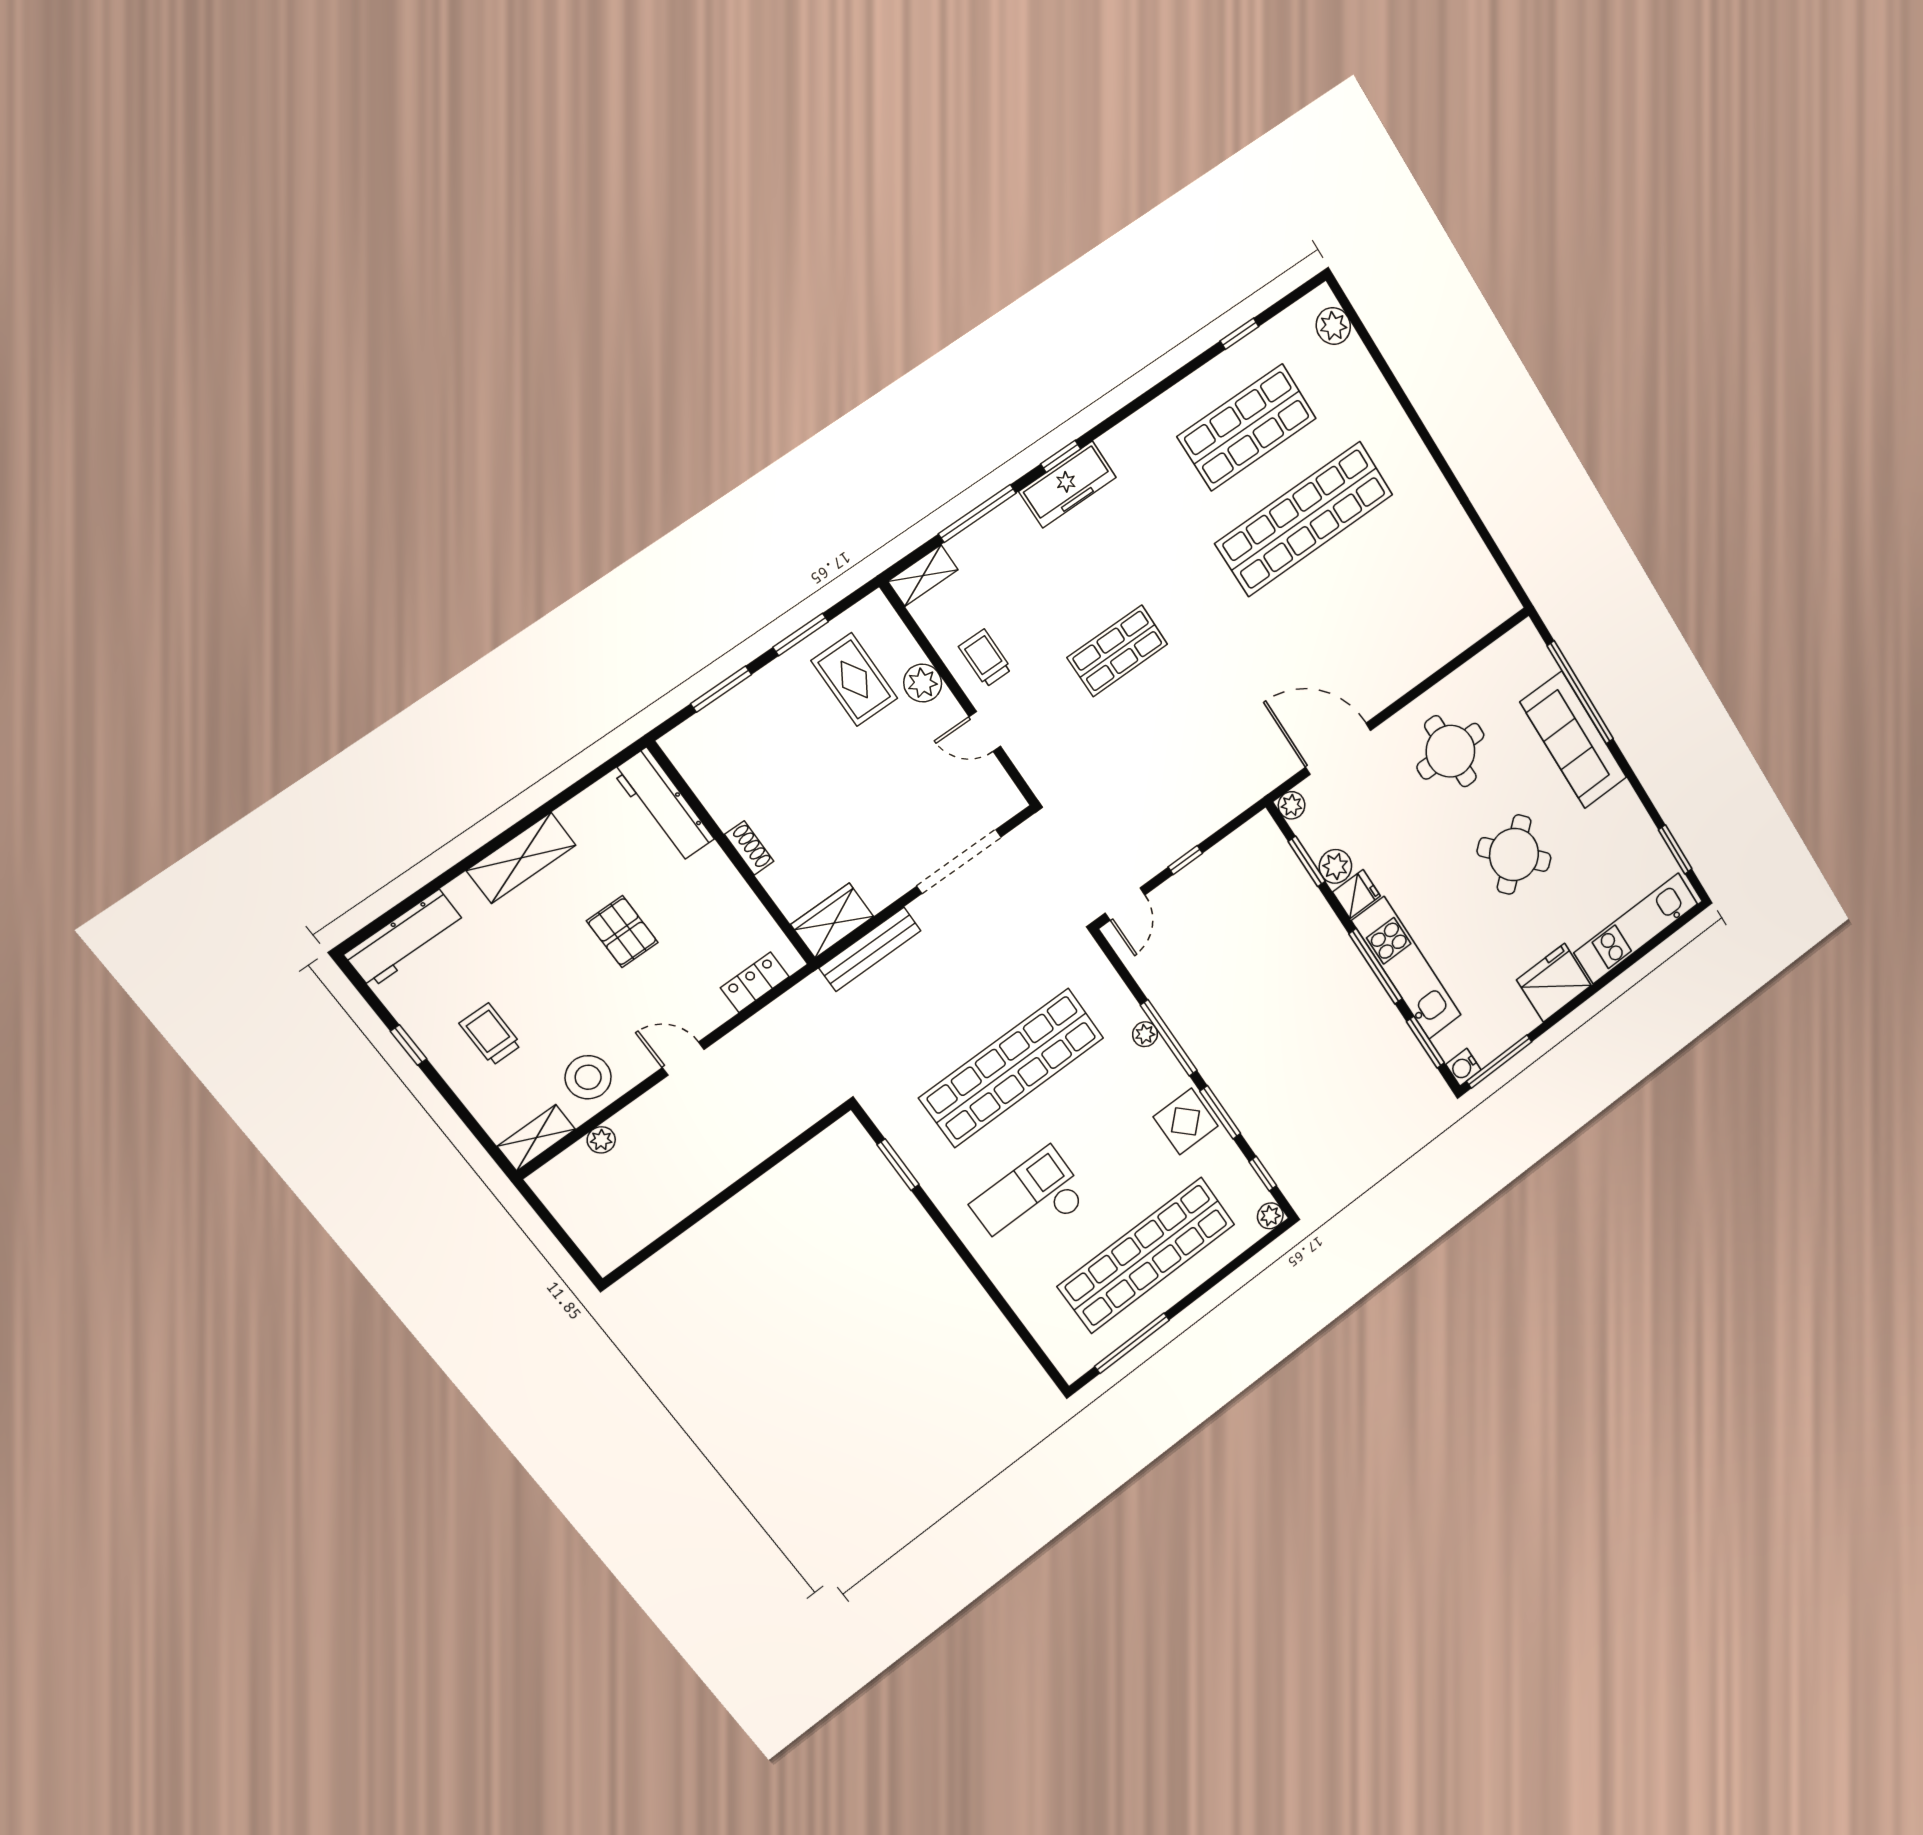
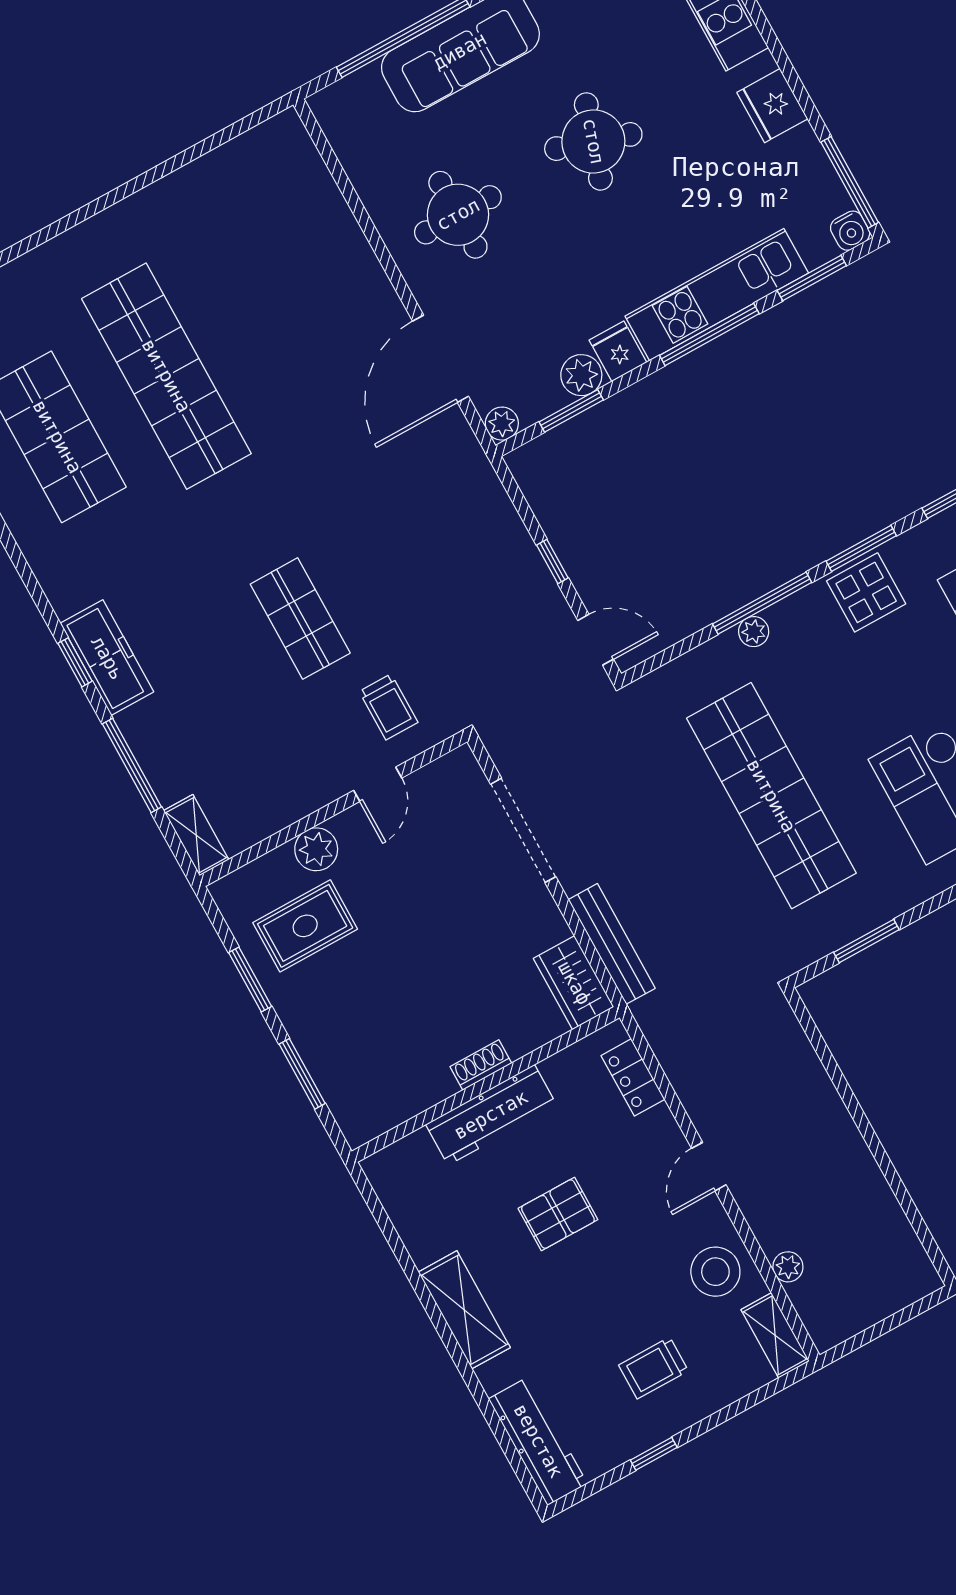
trolley: (985, 658) -> (388, 707), moved, turned -90
workbench: (663, 805) -> (491, 1115), moved
round table: (1514, 854) -> (593, 141), turned -30
fridge: (1554, 983) -> (772, 106), width x0.73, depth x0.75

